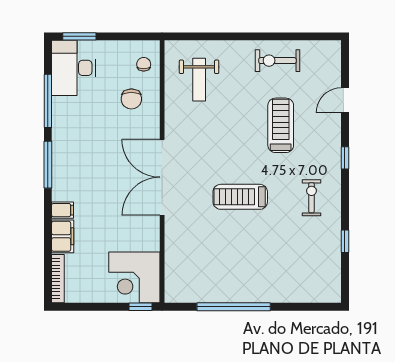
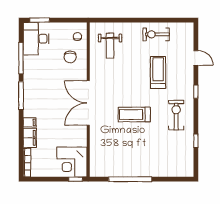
door: (345, 100) -> (196, 58), swing flipped
exercise bike: (311, 198) -> (176, 115), width x1.38, depth x1.39

